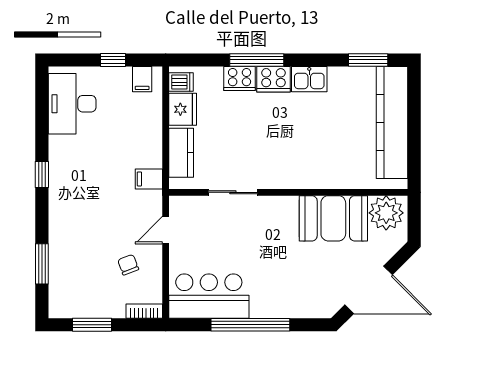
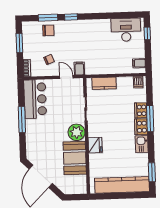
window: (113, 60) -> (147, 33), moved
fridge: (183, 109) -> (95, 145), moved, turned -90
window: (42, 174) -> (71, 17), moved
filing cabinet: (149, 179) -> (79, 68), moved
plant: (386, 213) -> (77, 132), moved
chair: (68, 264) -> (48, 30), added
window: (250, 325) -> (22, 120), width x0.68

